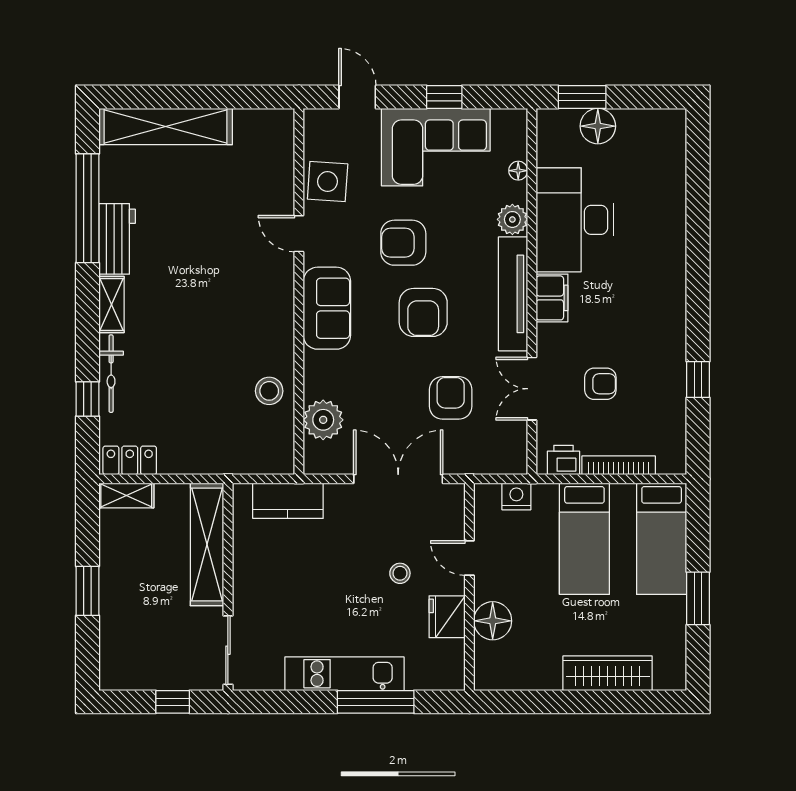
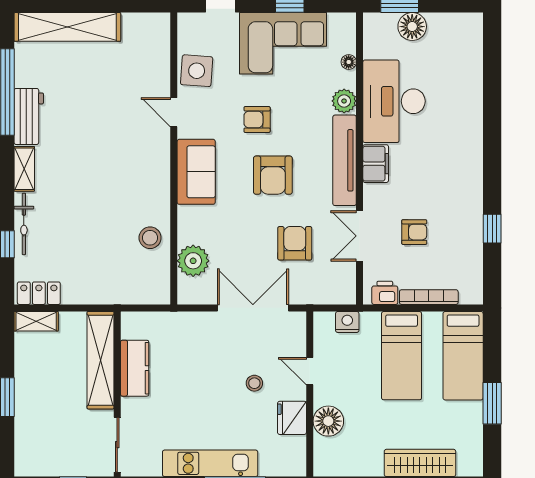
armchair: (403, 243) -> (257, 119), width x0.72, depth x0.72
kitchen counter: (288, 501) -> (135, 368), moved, turned -90

